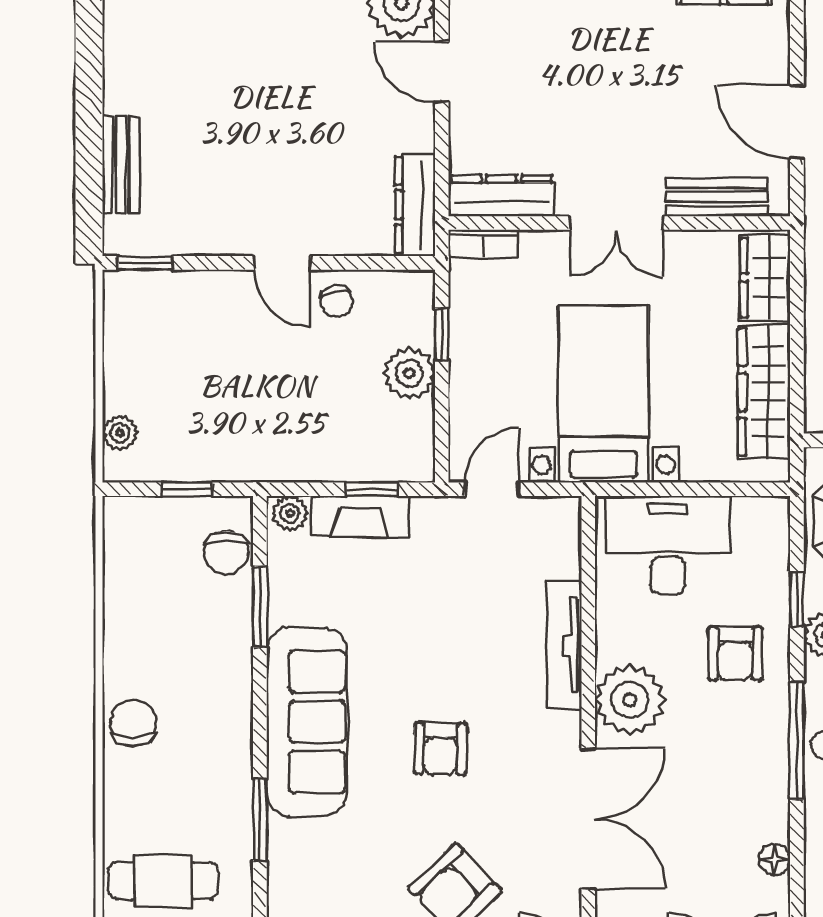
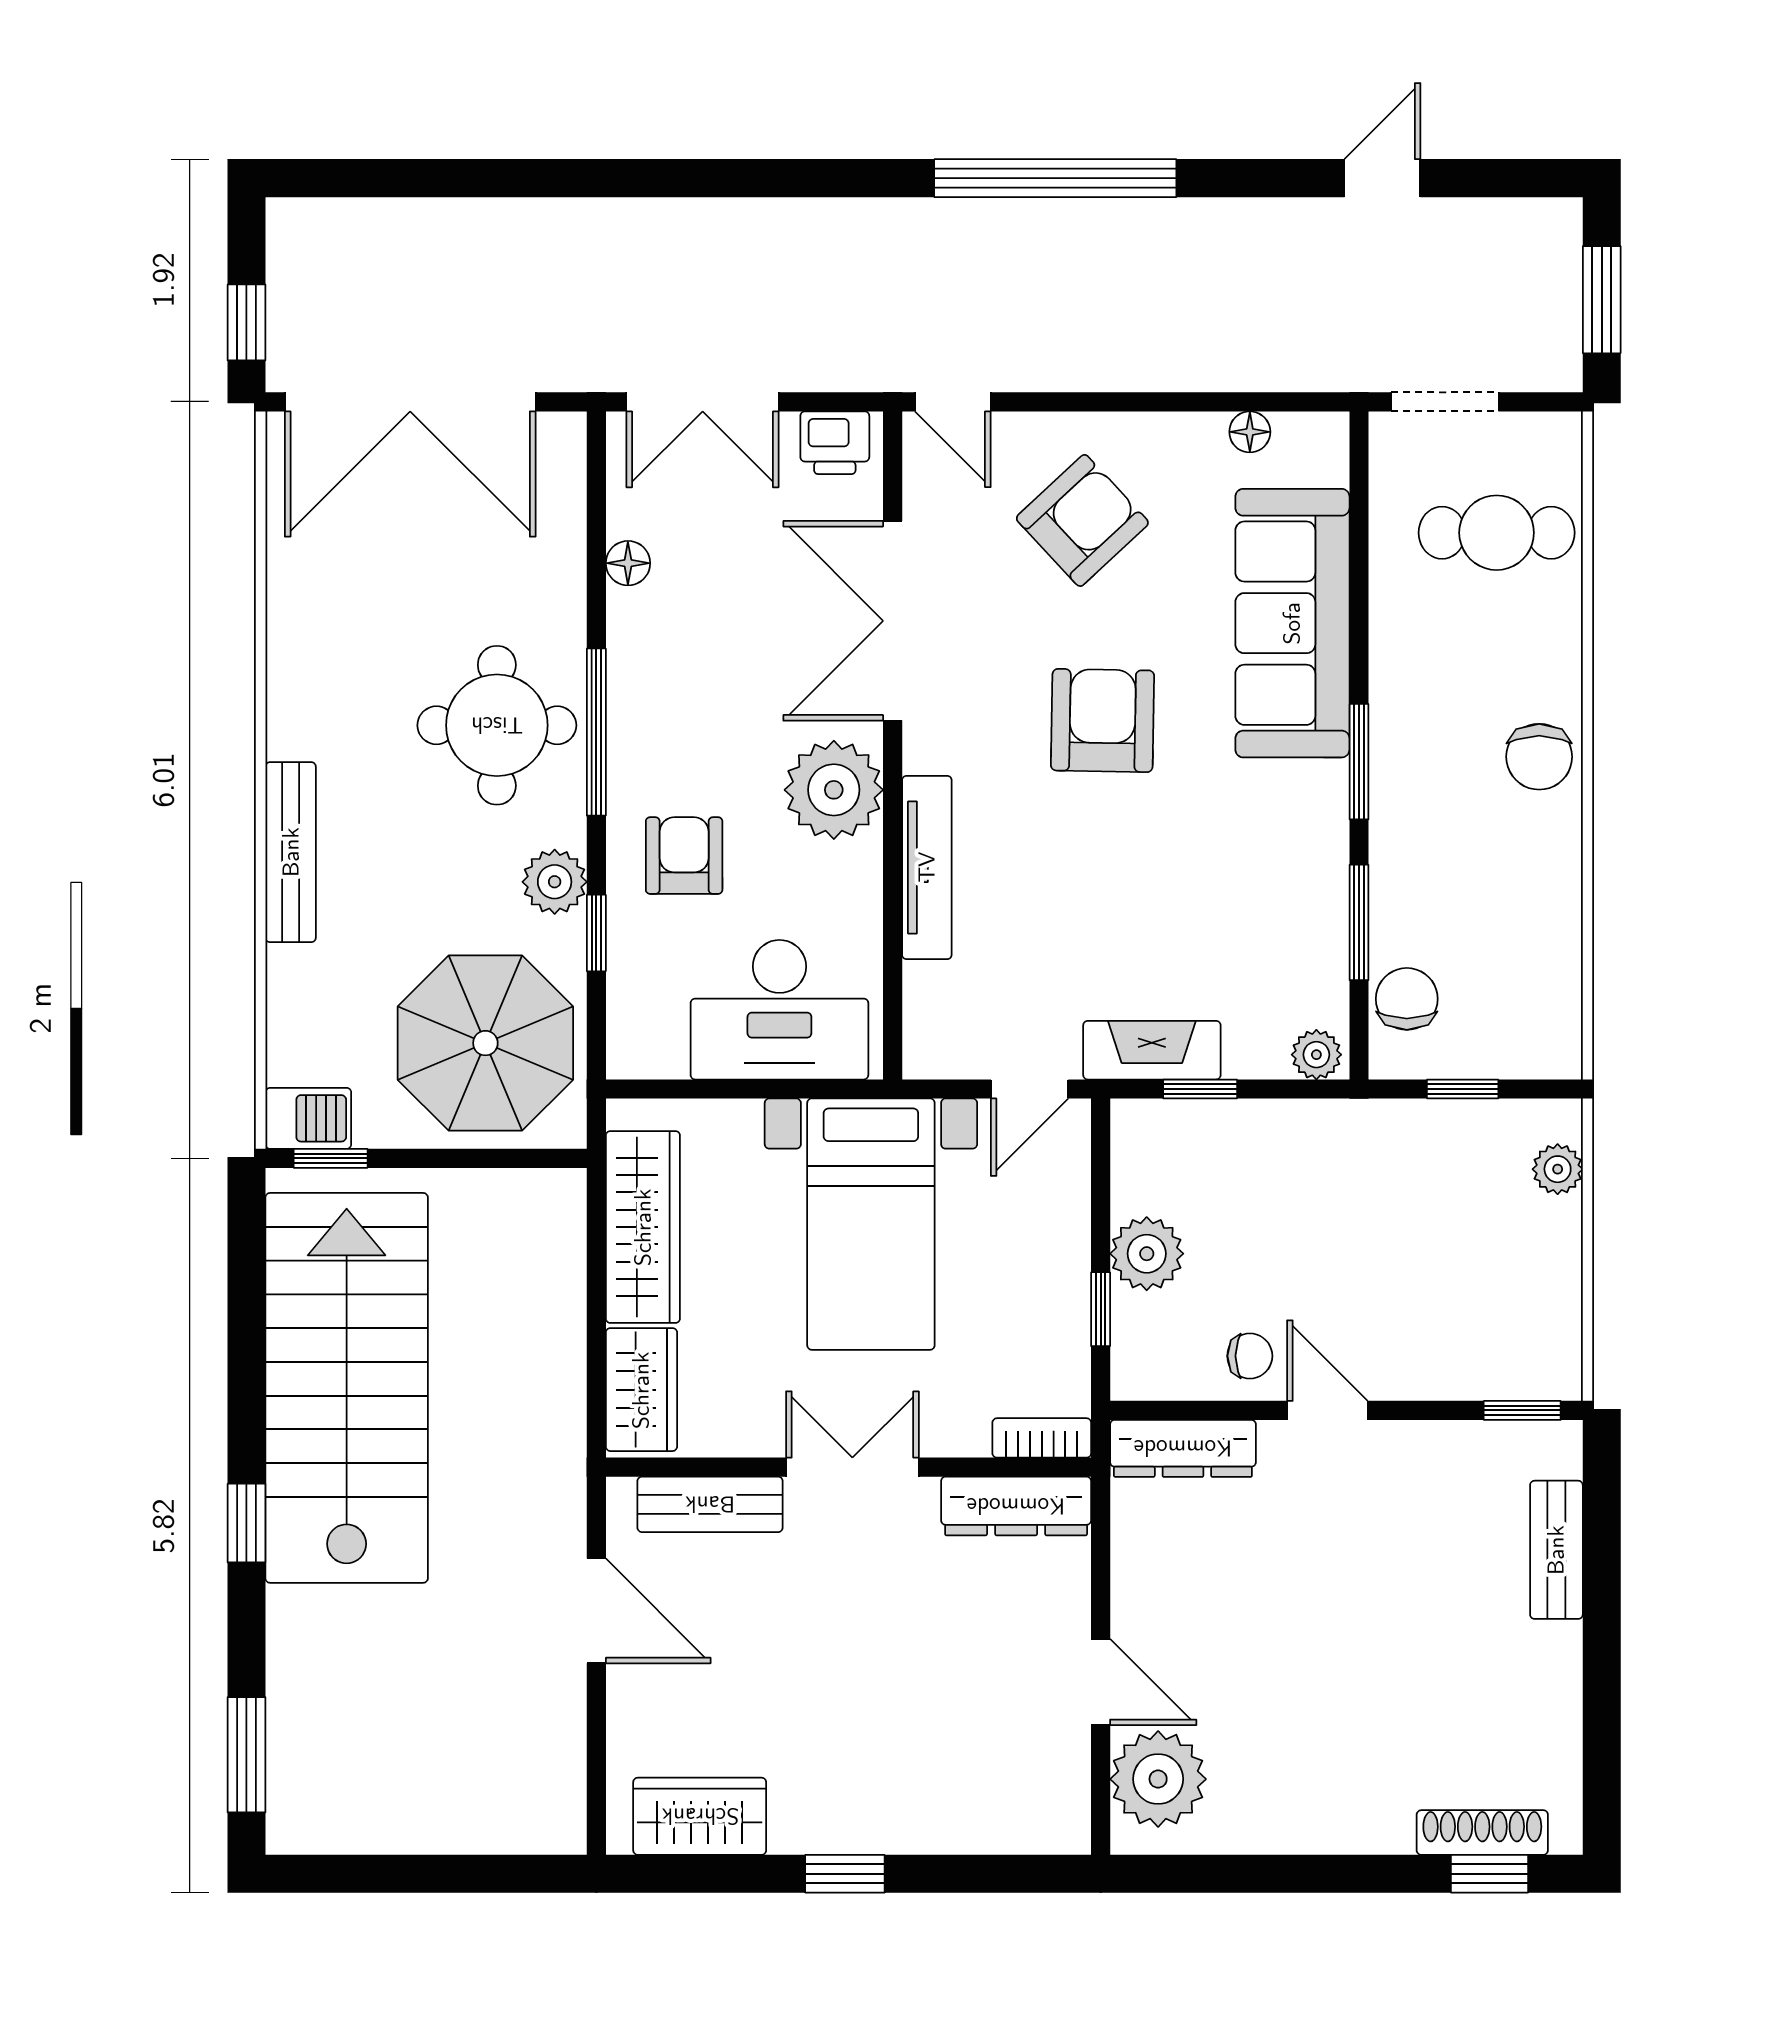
dresser: (415, 205) -> (1183, 1448), moved, turned 90
chair: (337, 301) -> (1250, 1356), turned 103
fireplace: (359, 517) -> (1152, 1050), moved
sofa: (307, 722) -> (1292, 623), moved
armchair: (440, 749) -> (1103, 720), width x1.38, depth x1.38
window: (260, 820) -> (1359, 762), moved

